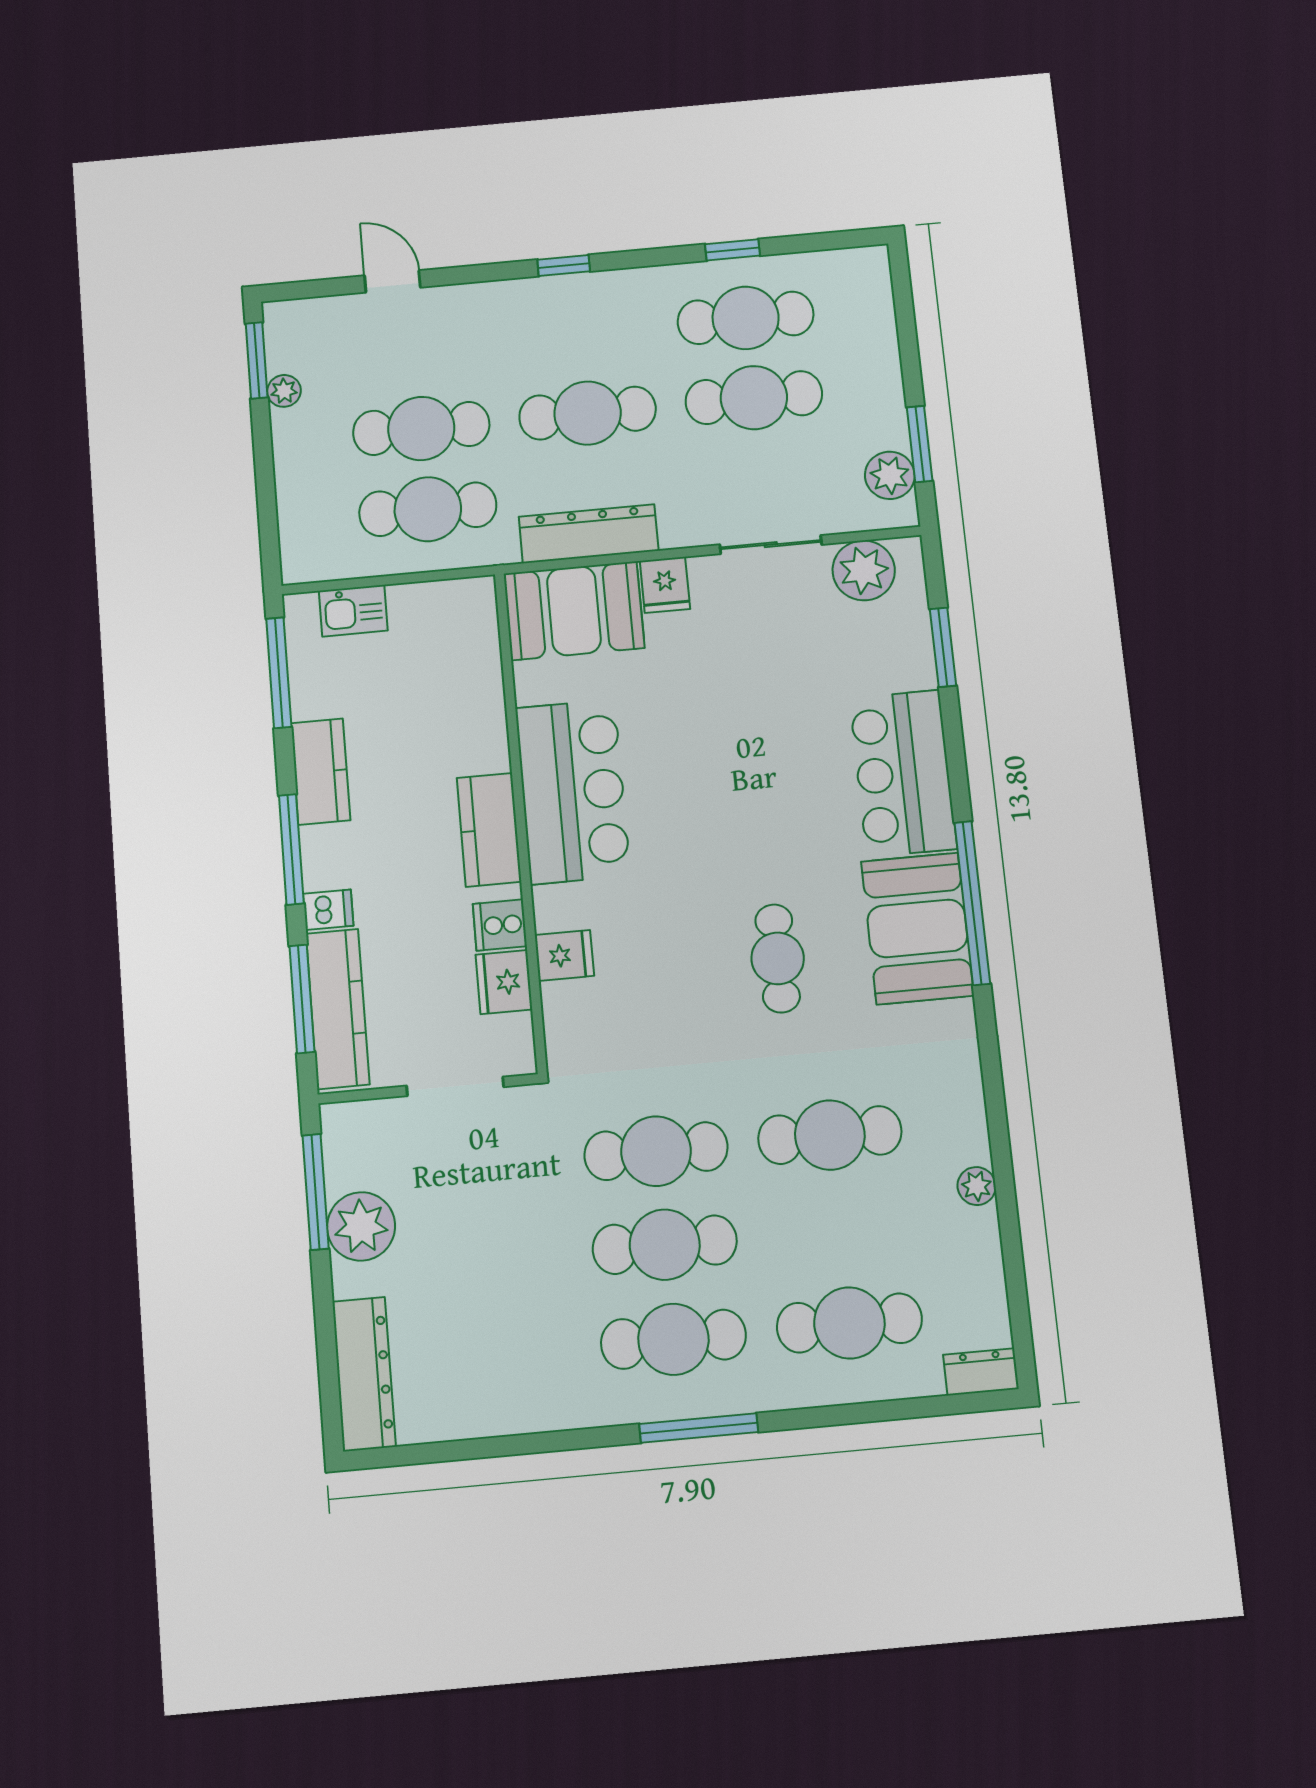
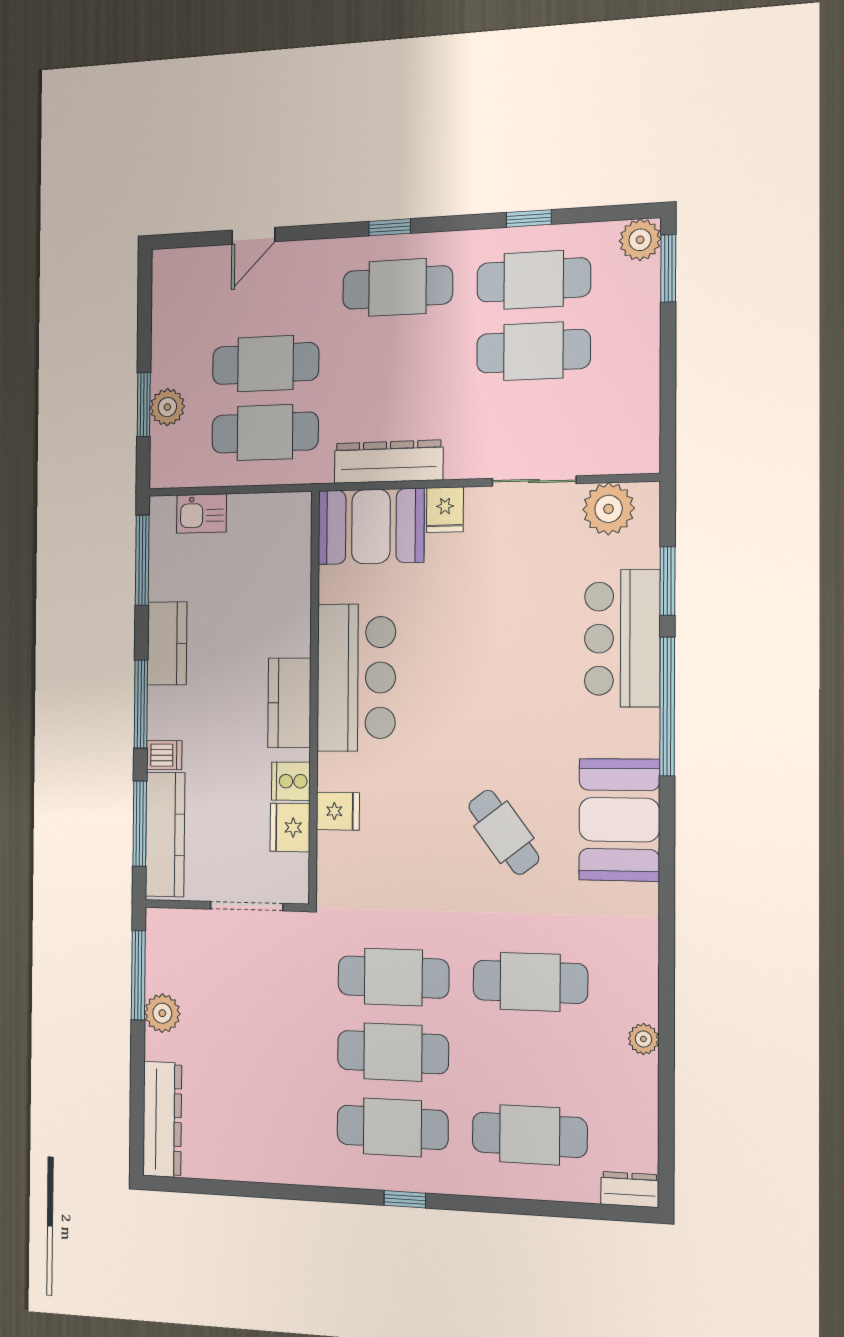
door: (392, 281) -> (253, 236), swing flipped
window: (257, 360) -> (144, 405), moved
plant: (284, 391) -> (167, 407), moved, width x1.38, depth x1.38
cafe table: (588, 413) -> (397, 287), moved
window: (920, 444) -> (668, 268), moved
plant: (890, 475) -> (640, 240), moved
bar counter: (903, 773) -> (622, 638), moved
window: (972, 903) -> (667, 706), moved
cafe table: (778, 958) -> (504, 832), turned -37
plant: (361, 1226) -> (162, 1013), width x0.73, depth x0.73
window: (699, 1428) -> (405, 1199), width x0.46

